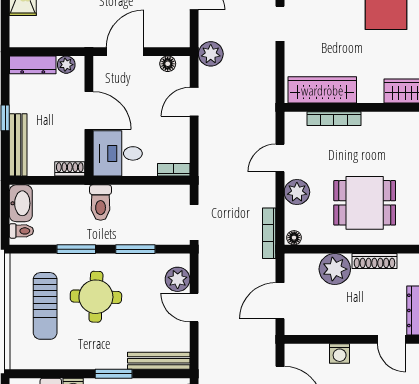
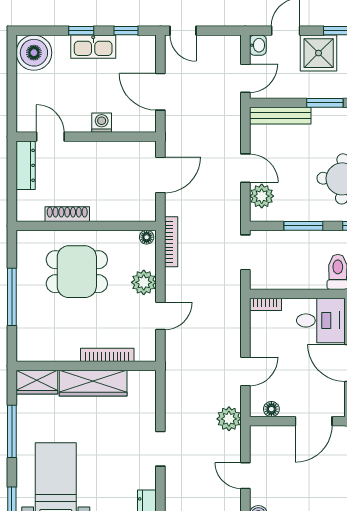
wardrobe: (322, 90) -> (93, 383), moved
plant: (335, 269) -> (106, 206), removed

